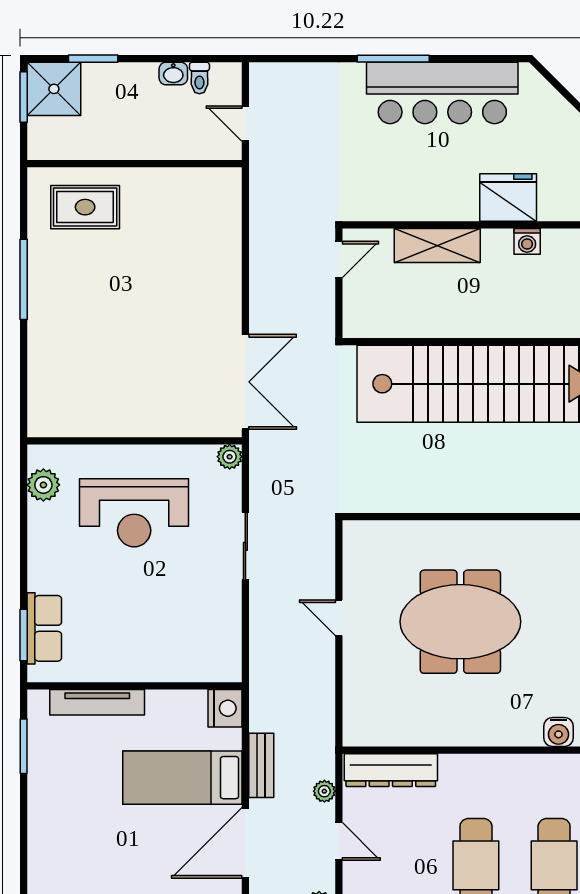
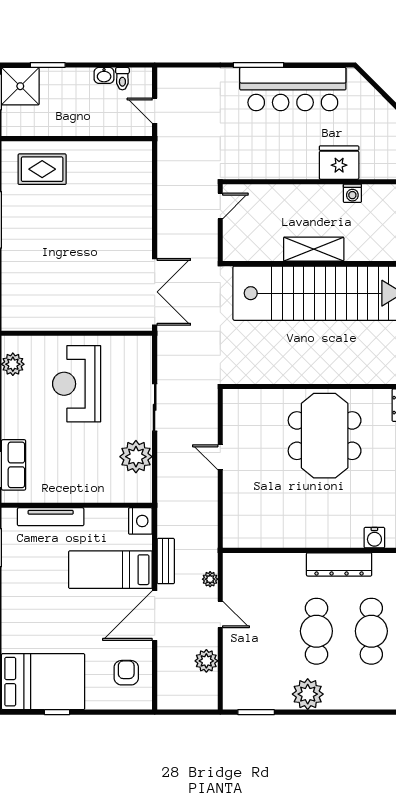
shelving: (437, 246) -> (314, 249), moved
plant: (230, 457) -> (136, 457), moved, width x1.87, depth x1.87
reception desk: (134, 513) -> (77, 384), turned 90
meeting table: (460, 622) -> (325, 436), moved, turned 90
dresser: (391, 770) -> (339, 564), moved

